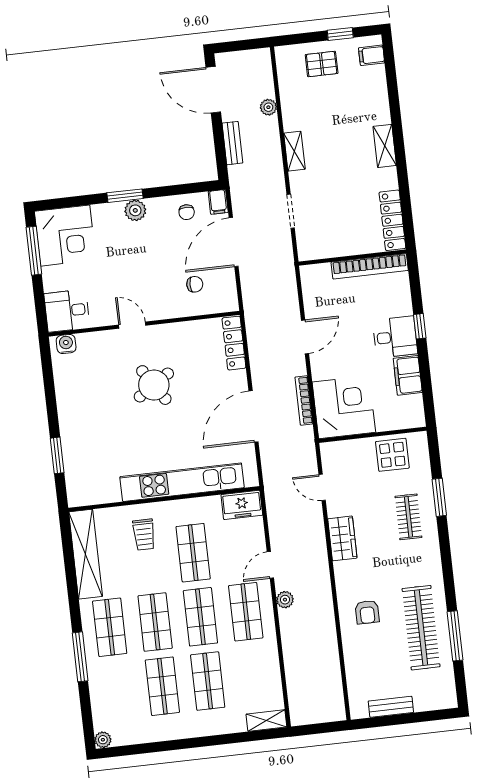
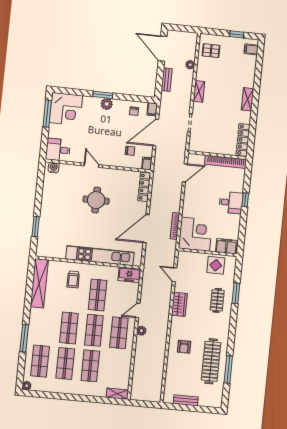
pallet: (322, 64) -> (211, 51), moved
filing cabinet: (230, 301) -> (147, 164), added
door: (305, 337) -> (185, 173), moved
filing cabinet: (408, 375) -> (226, 246), moved, turned 90
round table: (154, 385) -> (96, 200), turned 33
shop shelf: (110, 627) -> (40, 361), moved

